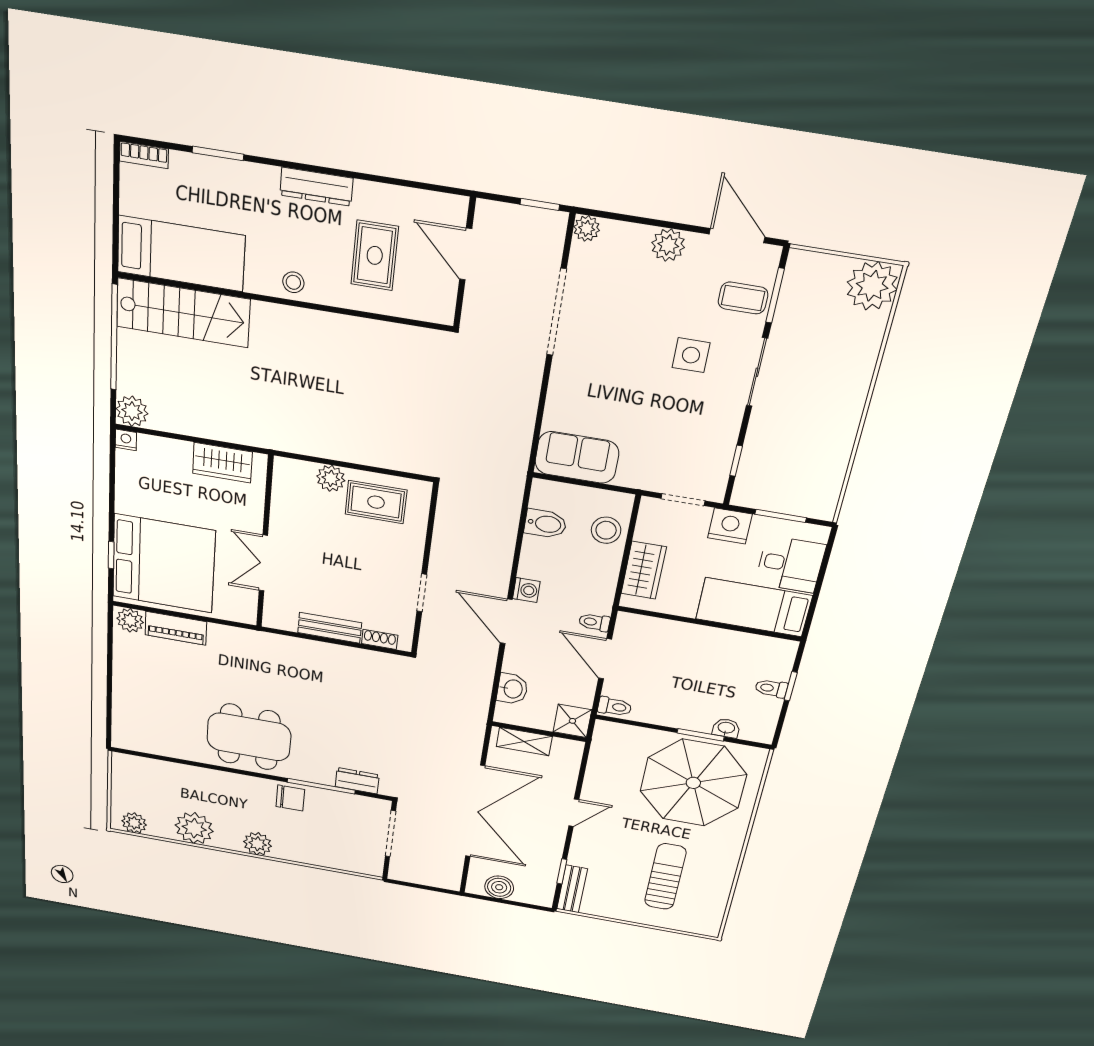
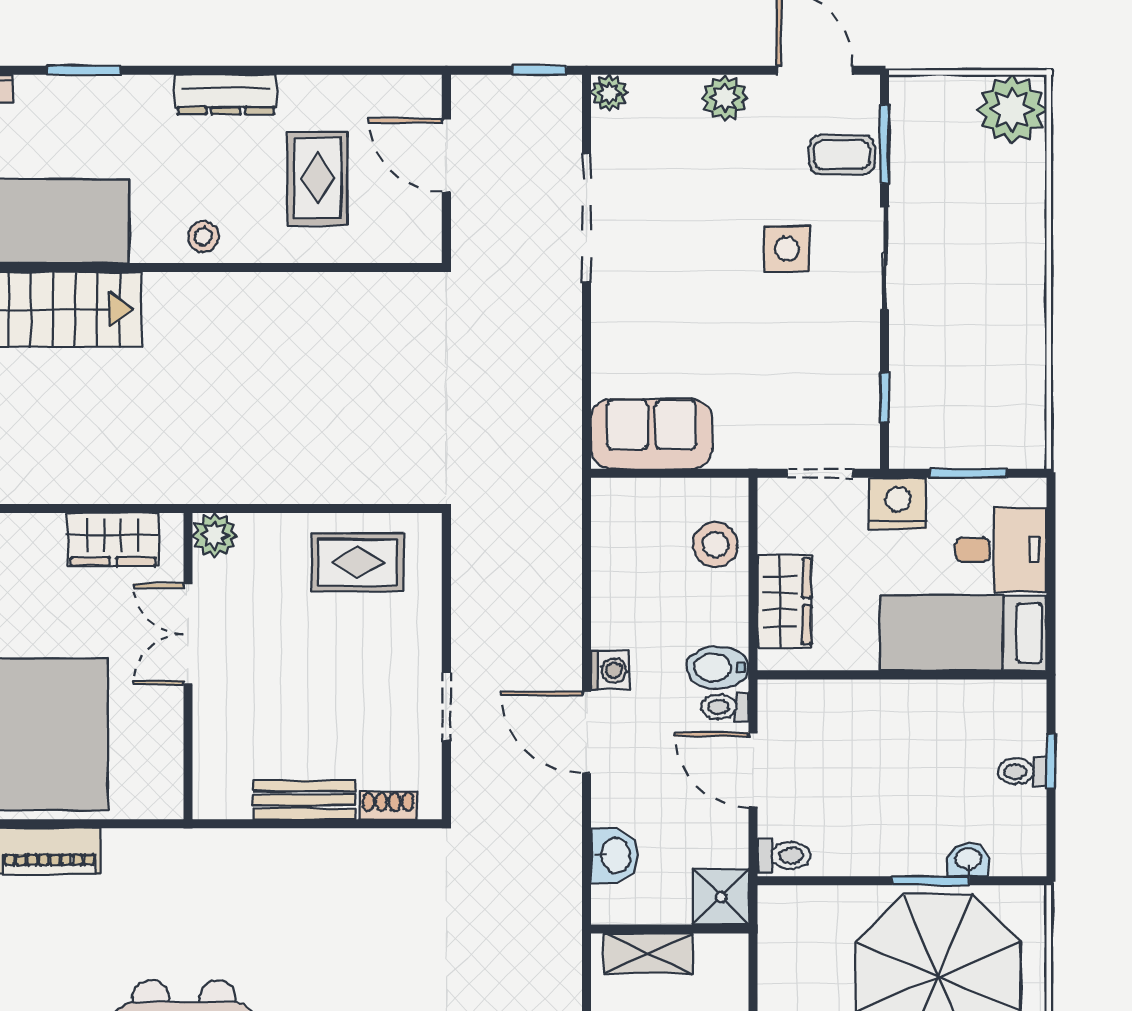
plant: (331, 478) -> (215, 535), moved
bidet: (545, 524) -> (718, 667), moved, turned 180
double door: (263, 563) -> (188, 634), moved

